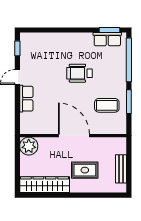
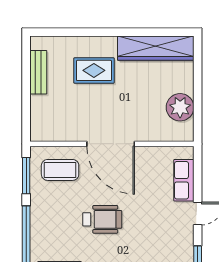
wall: (73, 136) -> (112, 144), moved
door: (74, 136) -> (111, 144), moved

